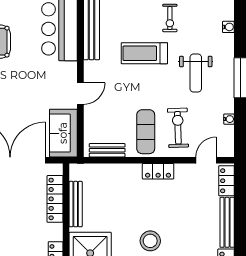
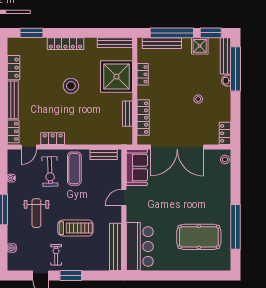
weight bench: (196, 73) -> (36, 213), turned 180
locker: (158, 171) -> (53, 139), moved
bench: (76, 204) -> (127, 114), width x0.73

